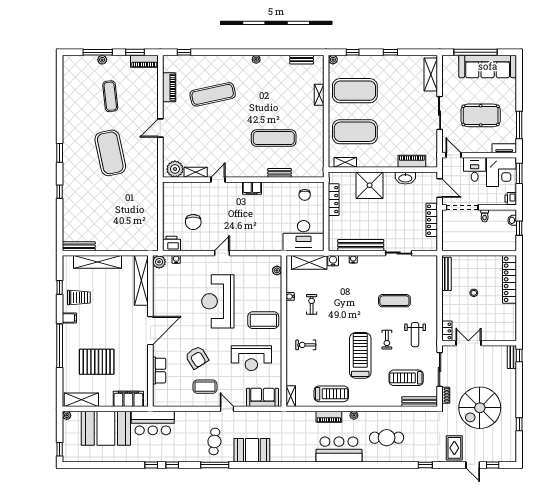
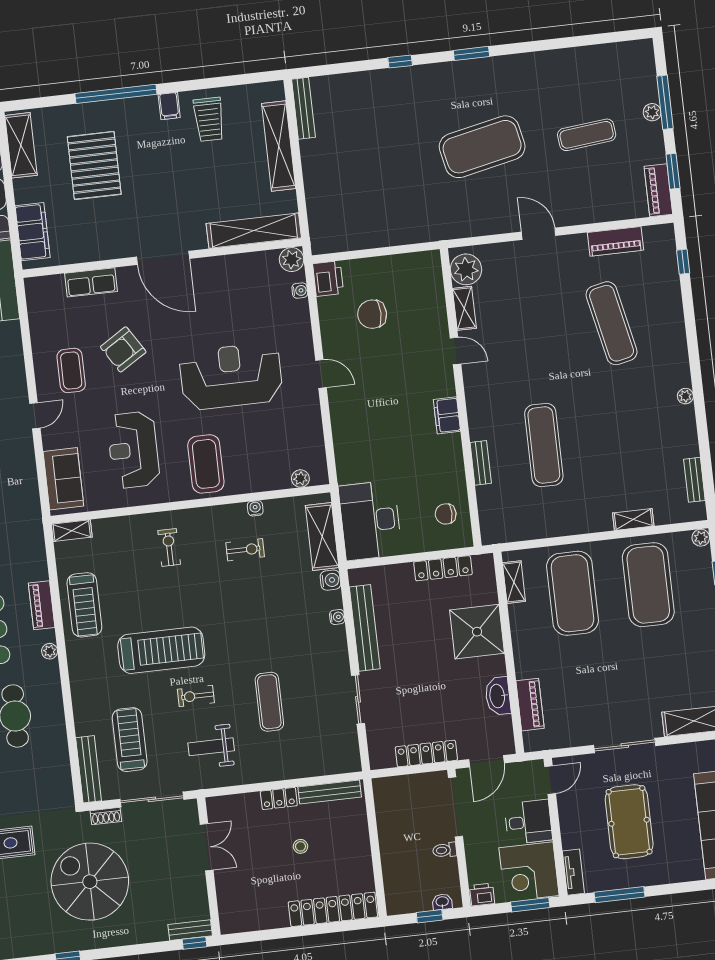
window: (60, 287) -> (224, 82), removed
locker: (447, 331) -> (279, 798), moved

